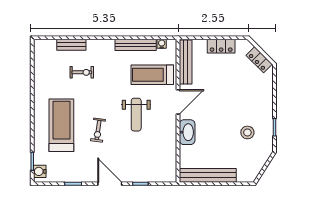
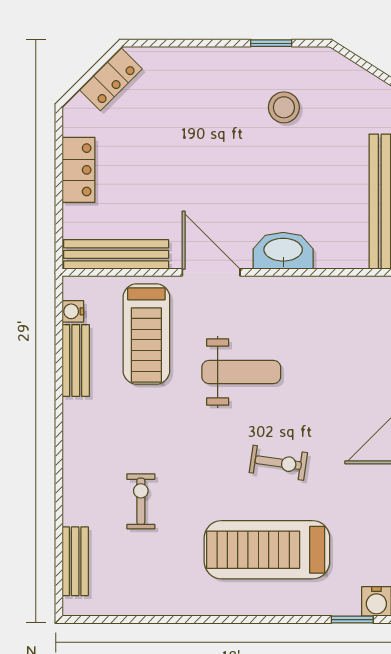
bench: (71, 45) -> (75, 561), moved
bench: (136, 45) -> (76, 361), width x0.73

